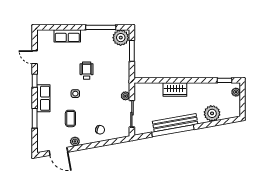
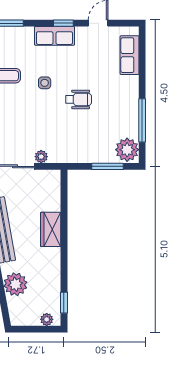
row of seats: (67, 36) -> (130, 55), moved
row of seats: (43, 98) -> (54, 36), moved

